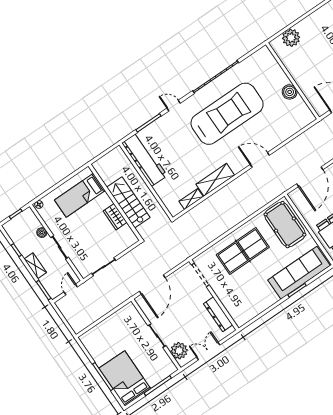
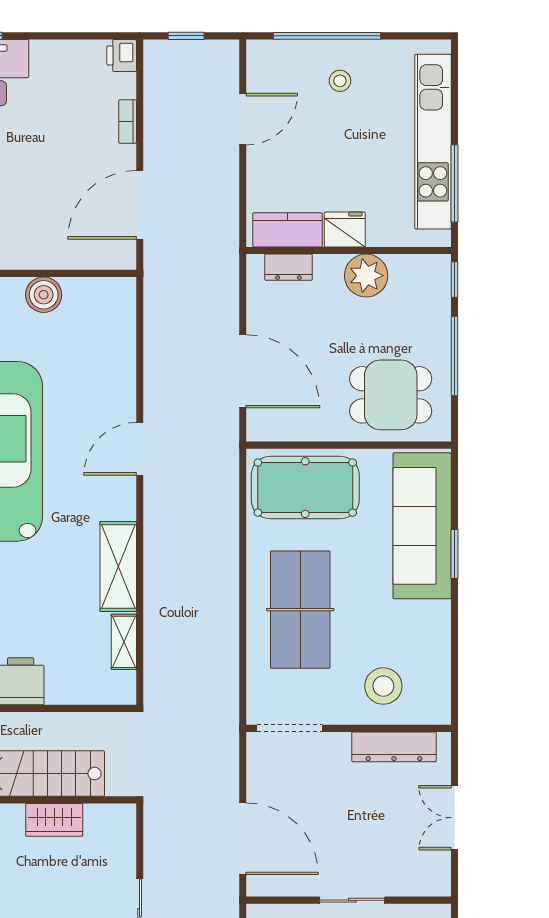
stool: (236, 297) -> (383, 686), added
plant: (179, 351) -> (413, 876), removed

